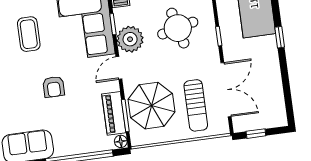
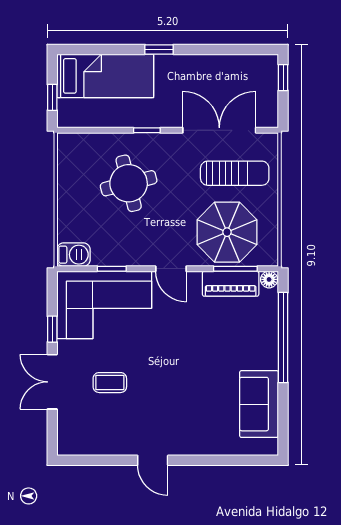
coffee table: (29, 34) -> (110, 383), width x0.73, depth x0.77
plant: (130, 39) -> (135, 249), removed
armchair: (54, 87) -> (184, 359), removed
window: (256, 134) -> (283, 78), moved

